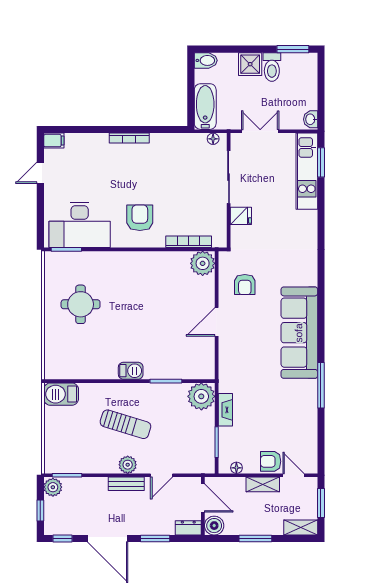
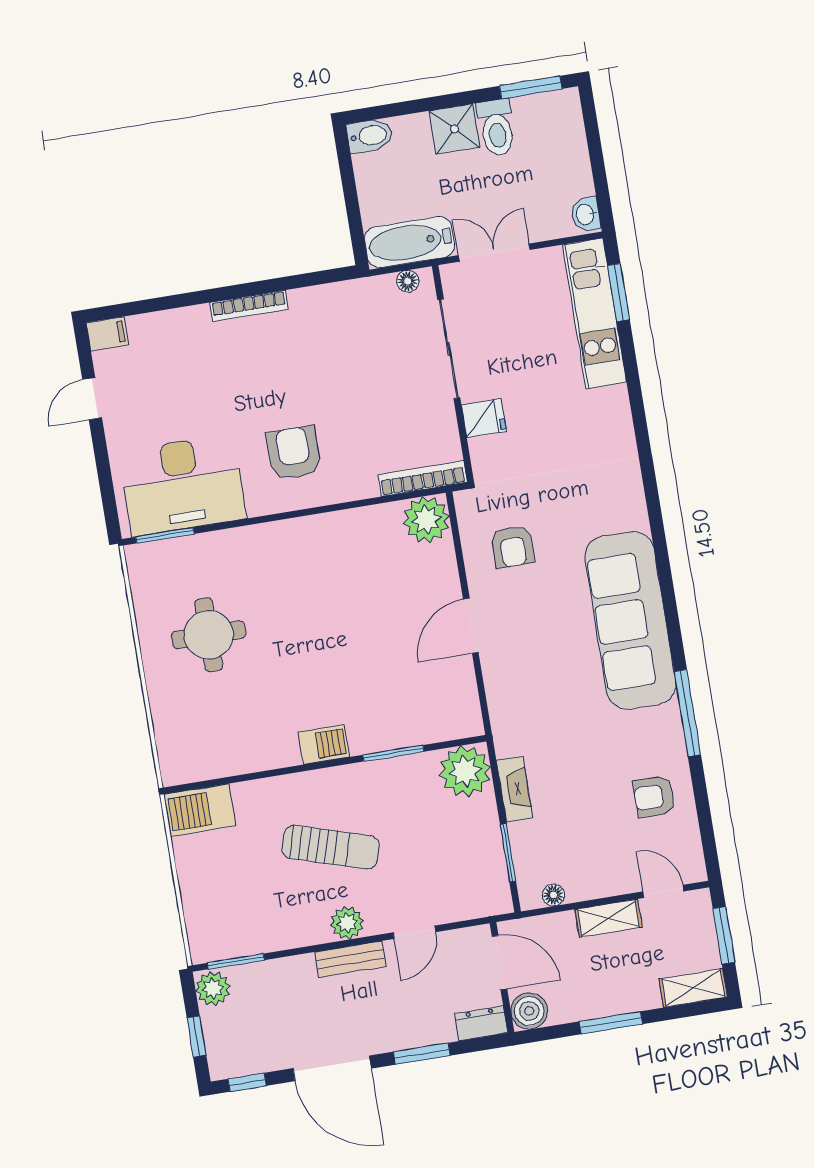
bathtub: (205, 107) -> (410, 242), moved, turned -90
bookcase: (189, 242) -> (423, 479), moved
armchair: (271, 461) -> (654, 797), moved

